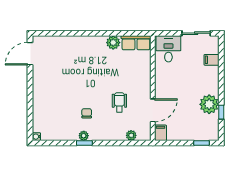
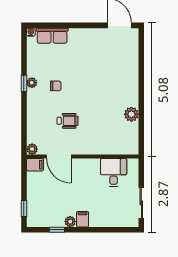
row of seats: (136, 43) -> (52, 36), moved, turned -90
desk: (168, 49) -> (114, 173), moved, turned -90
filing cabinet: (211, 60) -> (83, 219), moved
plant: (209, 104) -> (70, 222), width x0.53, depth x0.53
plant: (131, 135) -> (32, 149), moved

